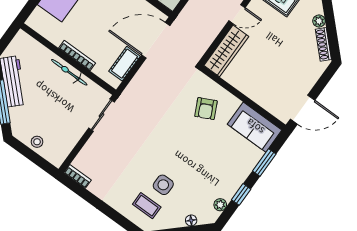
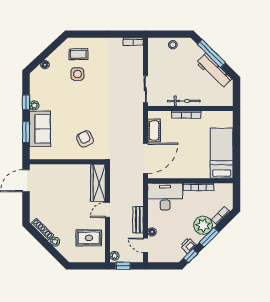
sofa: (255, 127) -> (40, 129), moved, turned 90
plant: (220, 205) -> (34, 105), moved

